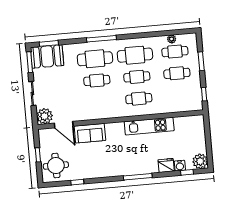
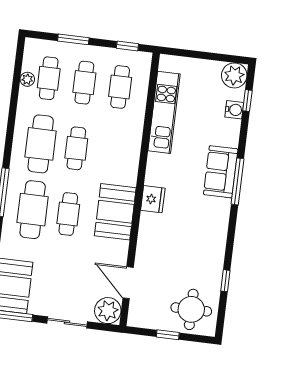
cafe table: (139, 99) -> (120, 87), moved
booth: (104, 108) -> (115, 212), added
door: (64, 125) -> (128, 283), swing flipped
kitchen unit: (149, 126) -> (164, 112), moved
sofa: (90, 133) -> (221, 172), moved, turned 180
fridge: (166, 165) -> (153, 199), moved, turned 180

